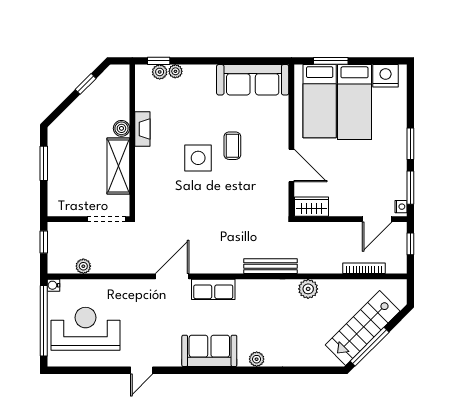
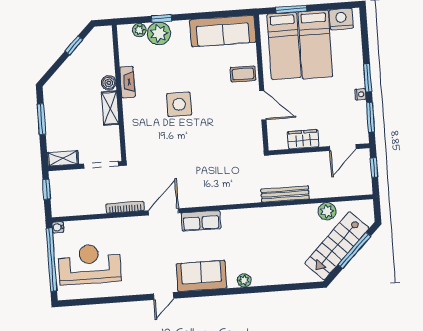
window: (159, 61) -> (161, 18), moved
plant: (175, 71) -> (159, 33), width x1.88, depth x1.88
coffee table: (232, 146) -> (243, 74), moved, turned 90
shelving: (118, 166) -> (110, 108), width x0.67, depth x0.75
wardrobe: (311, 207) -> (303, 139), moved
nightstand: (401, 207) -> (360, 94), moved
shelving: (64, 209) -> (63, 158), added
plant: (83, 266) -> (83, 208), removed
bench: (271, 266) -> (285, 194), moved
bookcase: (364, 268) -> (125, 207), moved
plant: (308, 289) -> (327, 211), moved
window: (370, 347) -> (354, 250), moved
door: (142, 370) -> (164, 296), moved

